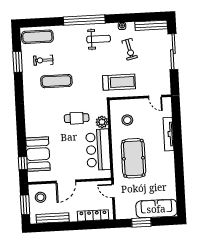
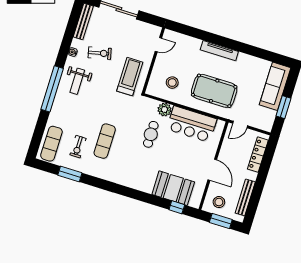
weight bench: (99, 39) -> (77, 81), turned 180
tv unit: (168, 134) -> (219, 51), moved

